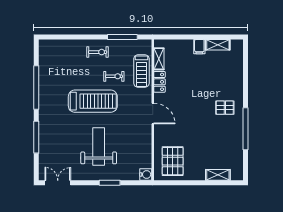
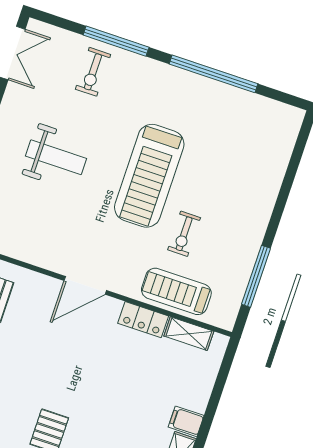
exercise bike: (98, 52) -> (93, 72), moved
weight bench: (99, 147) -> (56, 157), width x0.73, depth x0.75

